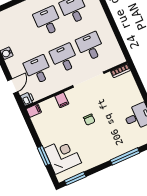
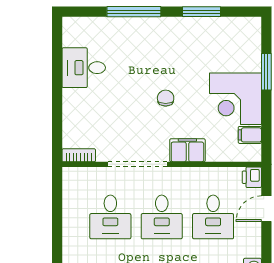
filing cabinet: (62, 100) -> (187, 150), width x2.00
filing cabinet: (34, 111) -> (250, 135), moved
corner desk: (63, 156) -> (235, 99), moved
window: (75, 179) -> (202, 12), moved

